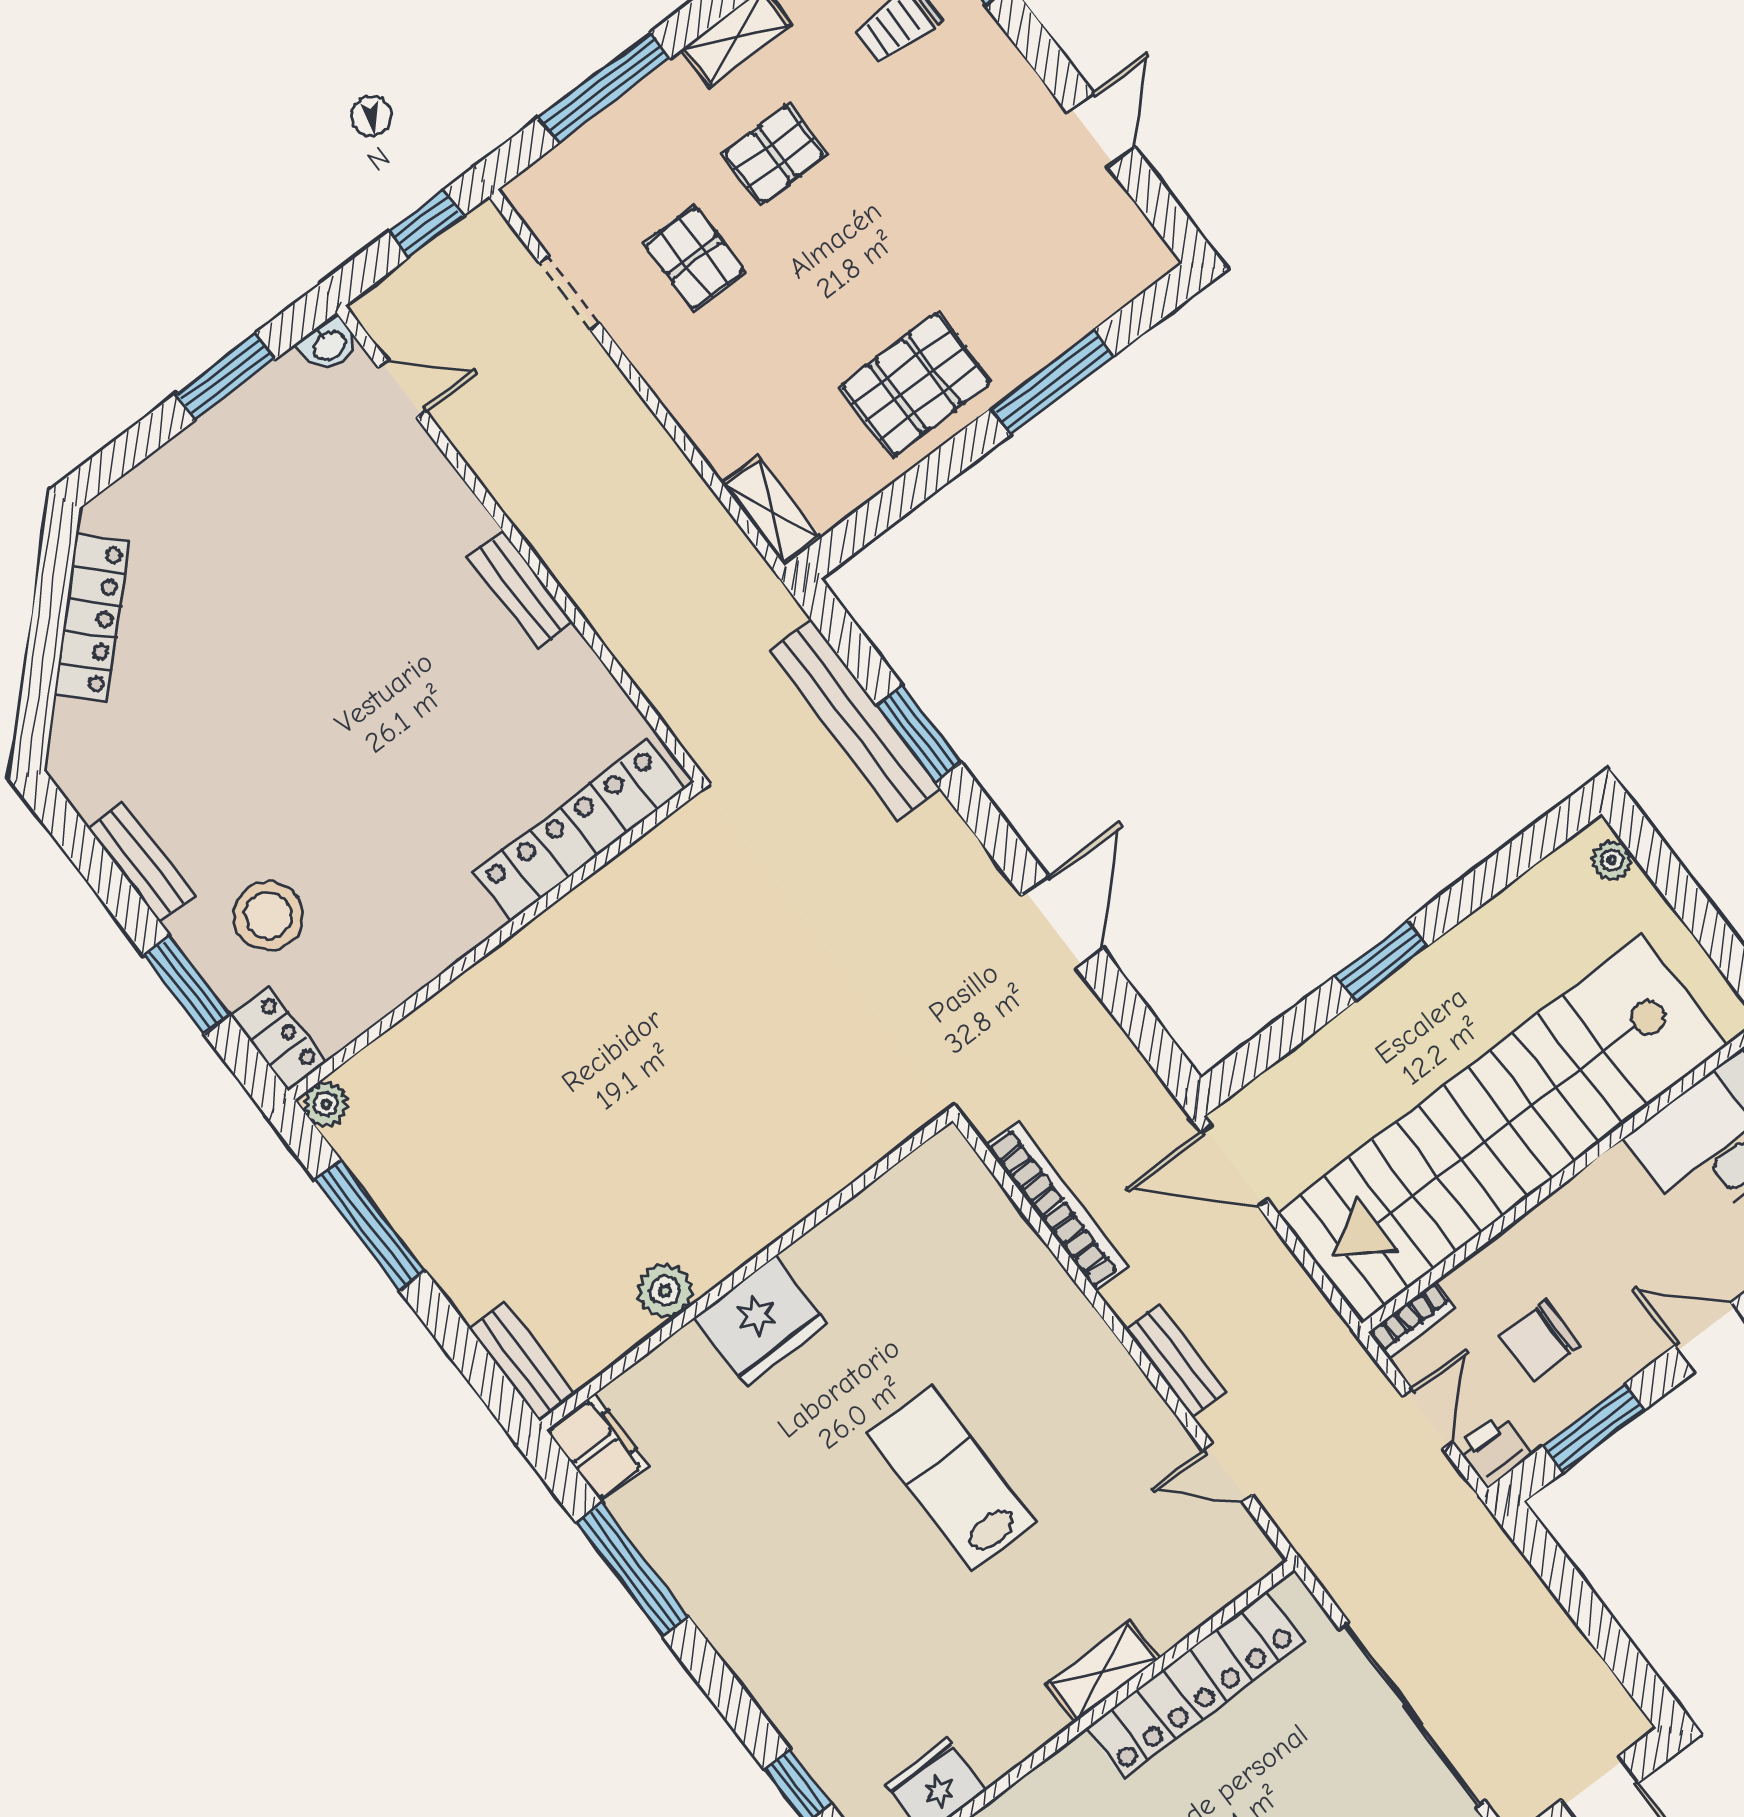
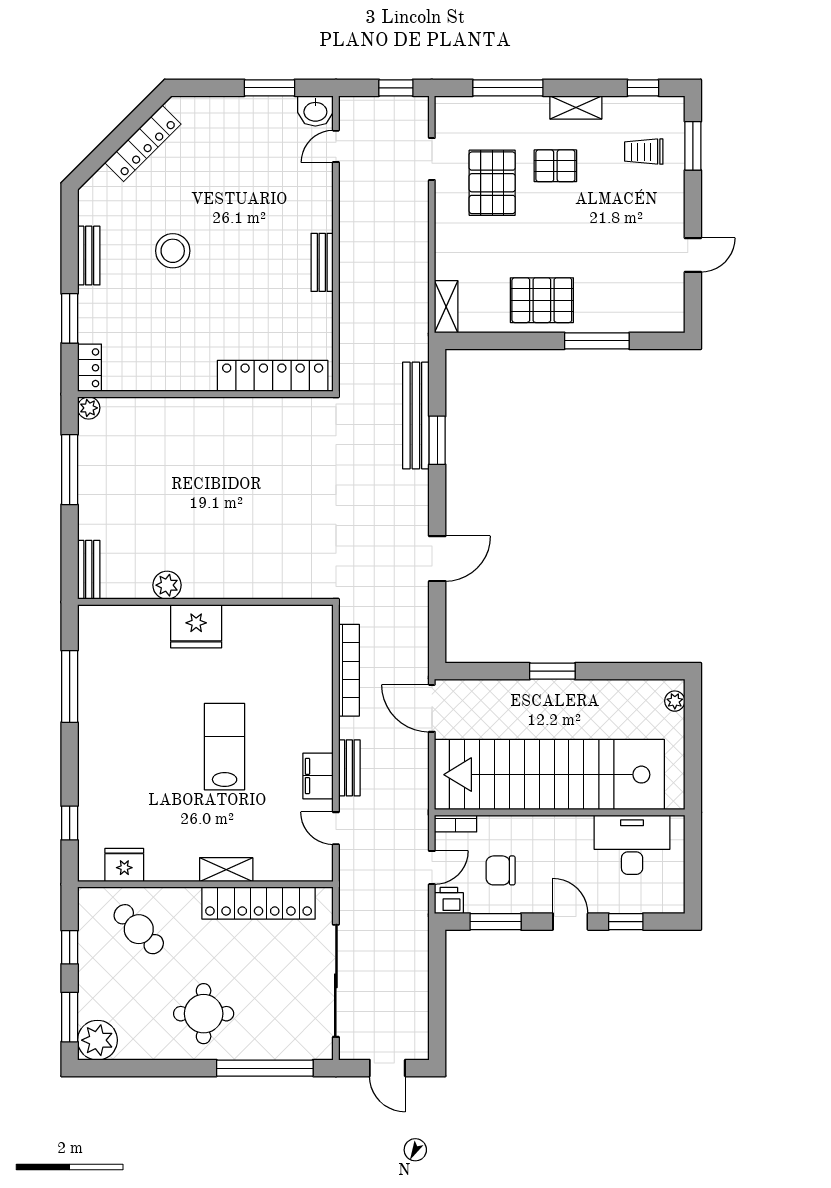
pallet: (694, 258) -> (492, 183), width x1.50, depth x1.42
washbasin: (329, 344) -> (315, 111), width x1.38, depth x1.45
door: (402, 389) -> (336, 146), swing flipped
stool: (268, 916) -> (173, 251), moved
filing cabinet: (598, 1448) -> (318, 776), moved, turned 180

